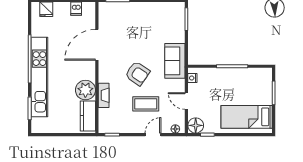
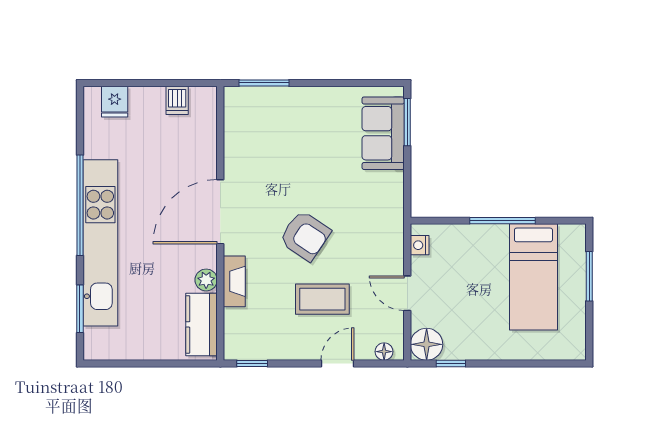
door: (97, 45) -> (220, 212), moved
sofa: (175, 61) -> (383, 133), moved
plant: (85, 90) -> (206, 280), width x0.53, depth x0.53
bed: (247, 117) -> (533, 277), moved, turned -90

